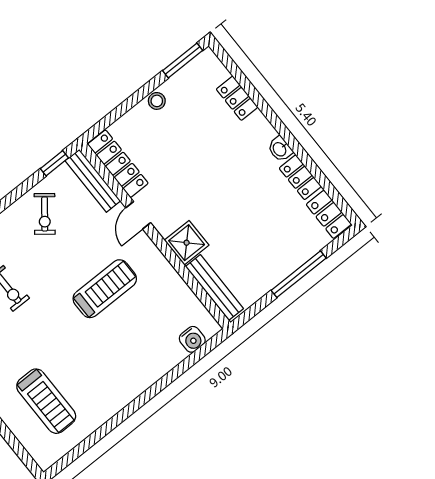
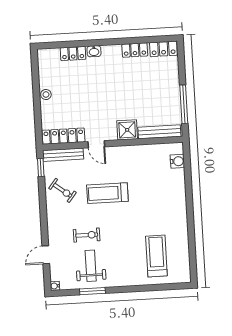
window: (183, 60) -> (35, 67), removed
washbasin: (280, 149) -> (94, 51), moved
window: (299, 274) -> (184, 104), moved
treadmill: (105, 289) -> (107, 193), moved, turned -90
treadmill: (46, 401) -> (156, 256), turned -90

